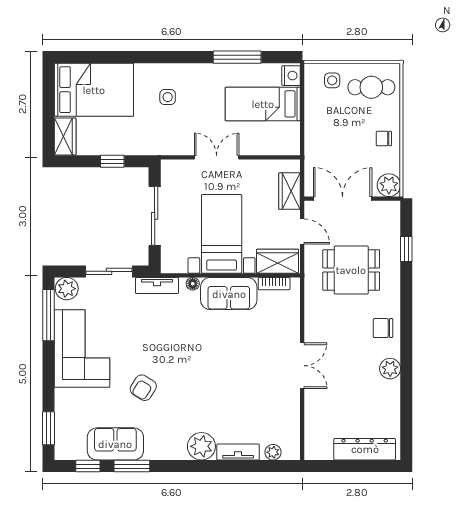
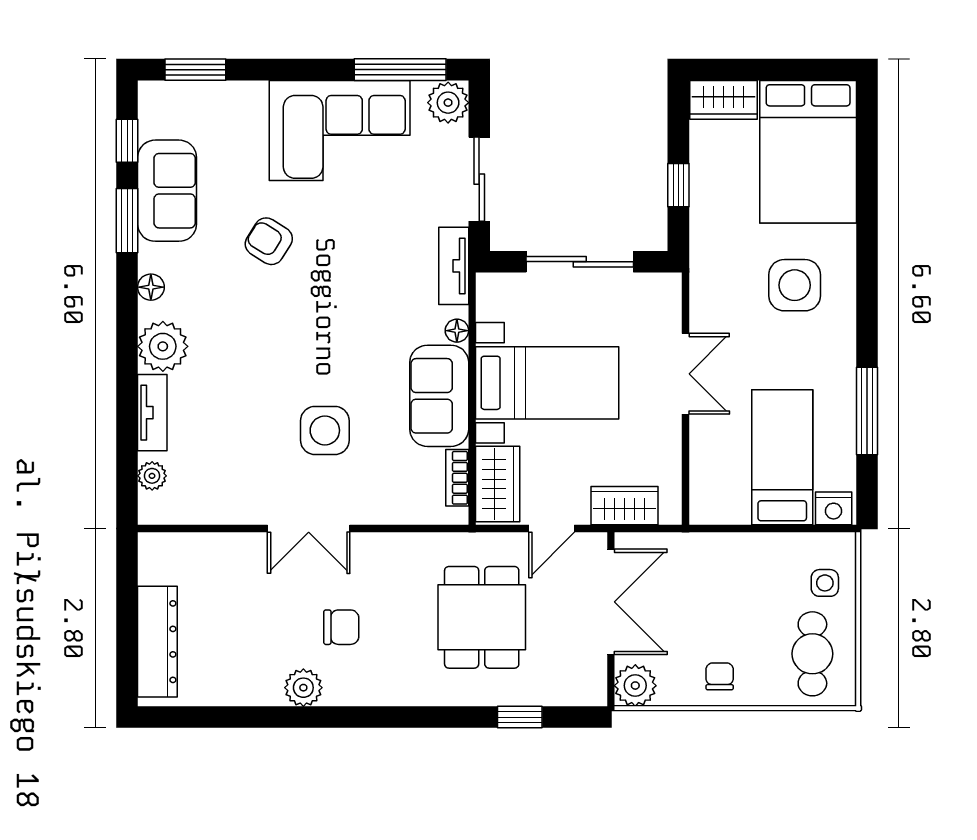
side table: (168, 97) -> (795, 285), width x1.87, depth x1.87
chair: (383, 328) -> (341, 627), moved, turned 90
side table: (248, 357) -> (325, 430), added
floor lamp: (169, 453) -> (151, 287), added

